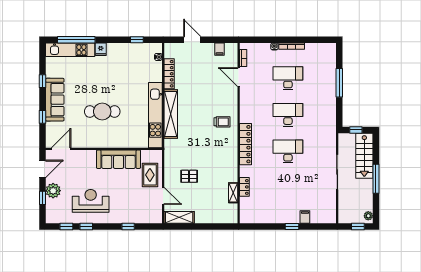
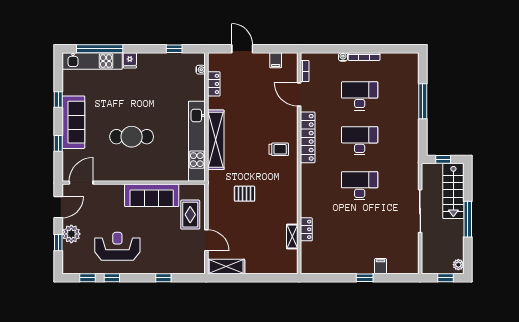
locker: (169, 74) -> (214, 84), width x0.66
locker: (246, 144) -> (308, 137), moved
pallet: (189, 176) -> (245, 194), moved

